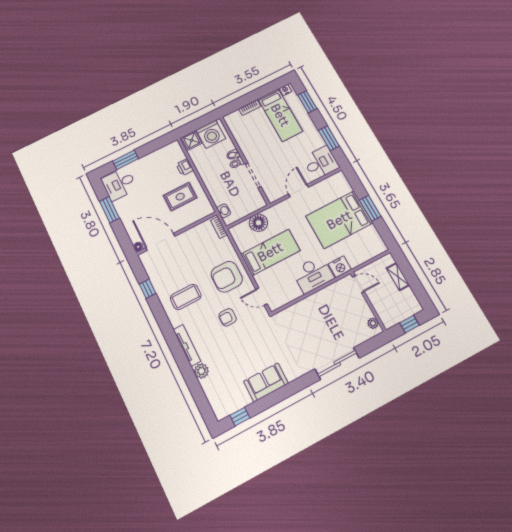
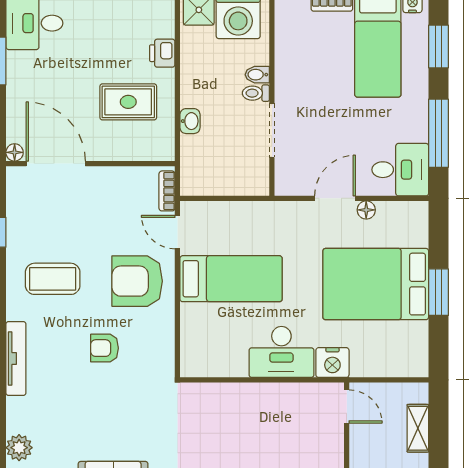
window: (329, 138) -> (439, 133), width x1.44
washbasin: (224, 211) -> (190, 121), moved
floor lamp: (258, 223) -> (366, 210), moved, width x0.53, depth x0.53
door: (261, 297) -> (177, 232), moved
plant: (201, 371) -> (19, 448), moved

